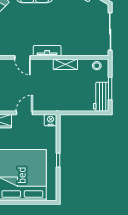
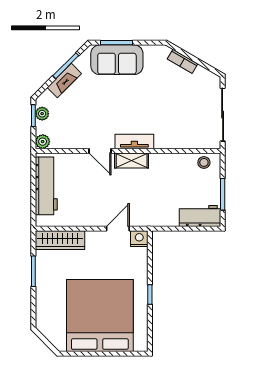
shelving: (65, 64) -> (132, 160), moved
workbench: (101, 97) -> (200, 216), moved, turned 90
door: (24, 113) -> (118, 229), moved

